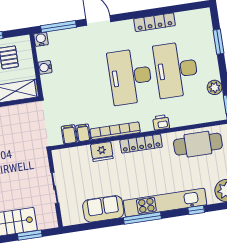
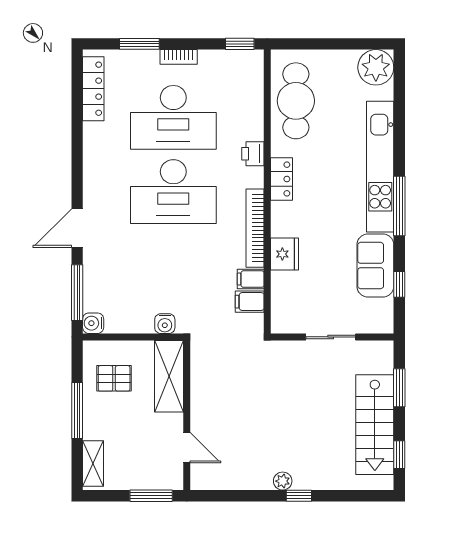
locker: (155, 22) -> (93, 89), moved
water cooler: (45, 67) -> (165, 324), moved
bookcase: (214, 67) -> (179, 57), added
plant: (215, 87) -> (210, 61), removed
locker: (141, 144) -> (281, 179), width x0.66
window: (196, 210) -> (399, 284), moved

